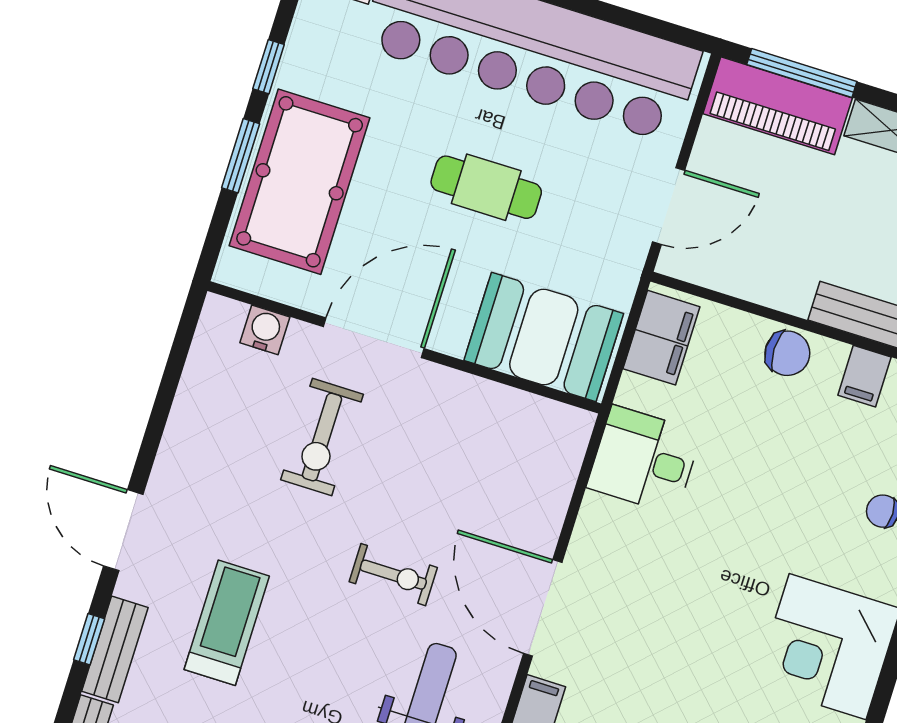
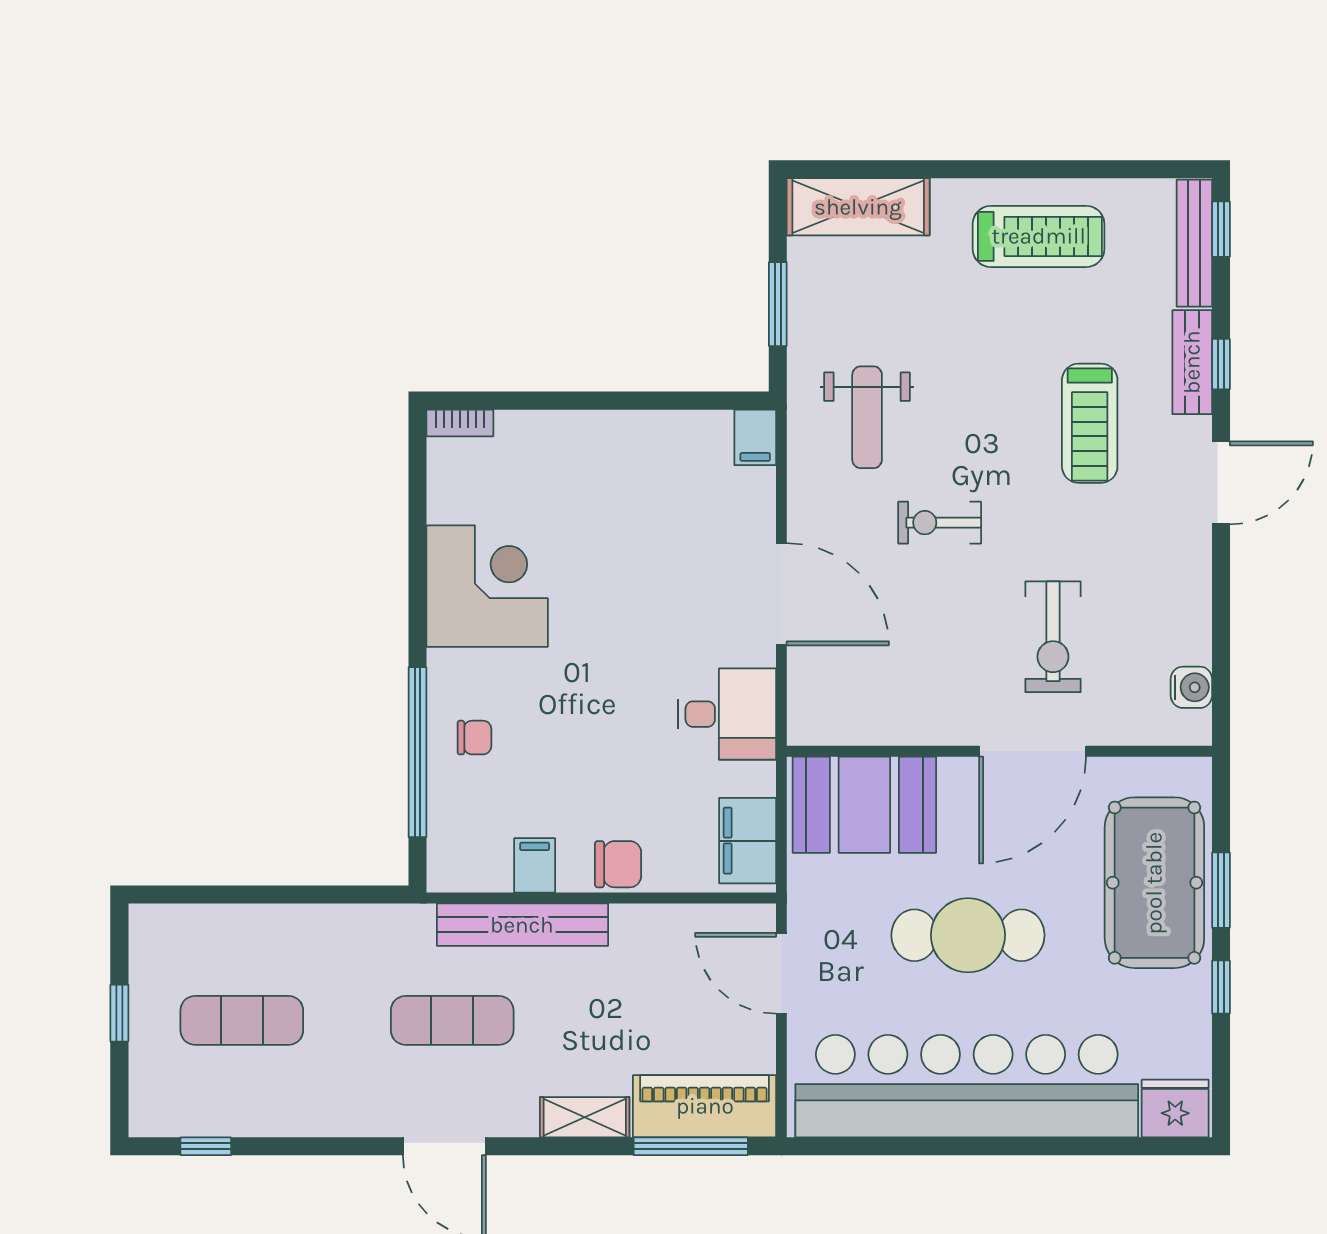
cafe table: (486, 187) -> (968, 935), width x1.37, depth x1.35
door: (669, 206) -> (781, 973), hinge flipped
water cooler: (265, 330) -> (1191, 687), moved, turned -90
chair: (787, 353) -> (618, 864), turned 180
exercise bike: (322, 437) -> (1053, 637), turned 180
door: (123, 530) -> (1221, 483), hinge flipped
door: (543, 608) -> (781, 594), moved

